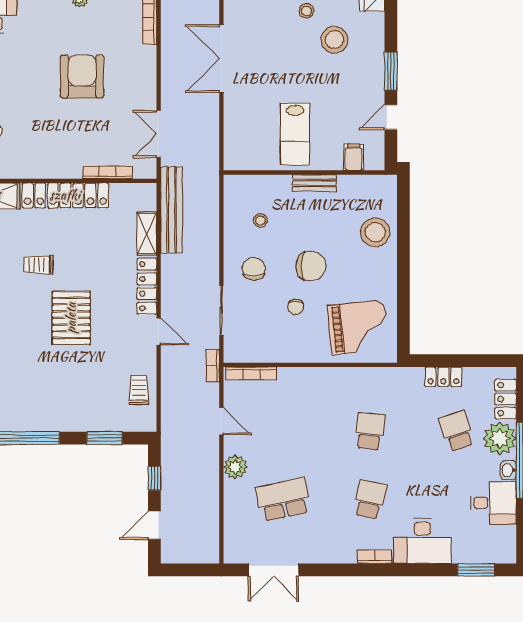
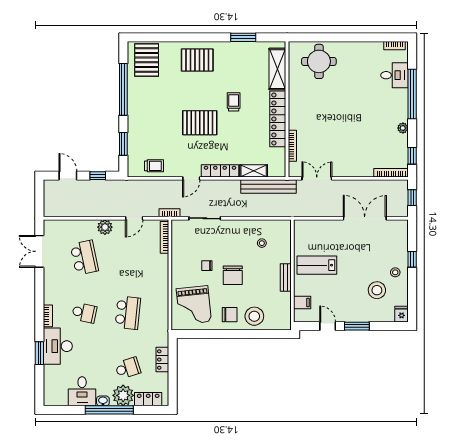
armchair: (82, 76) -> (354, 130), removed
chair: (254, 269) -> (230, 315), moved
school desk: (370, 431) -> (128, 313), width x1.85
window: (476, 570) -> (39, 353), moved

